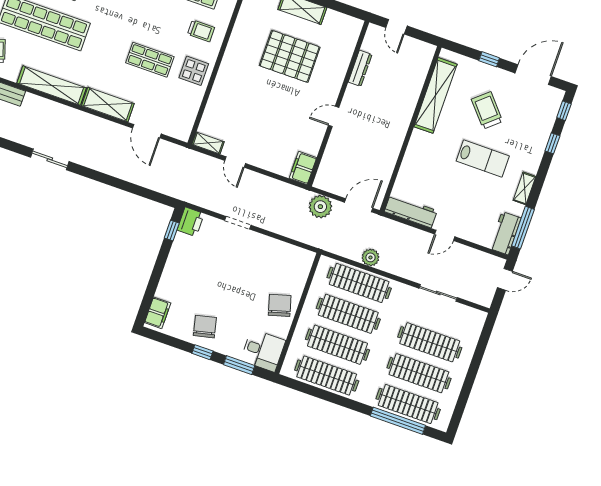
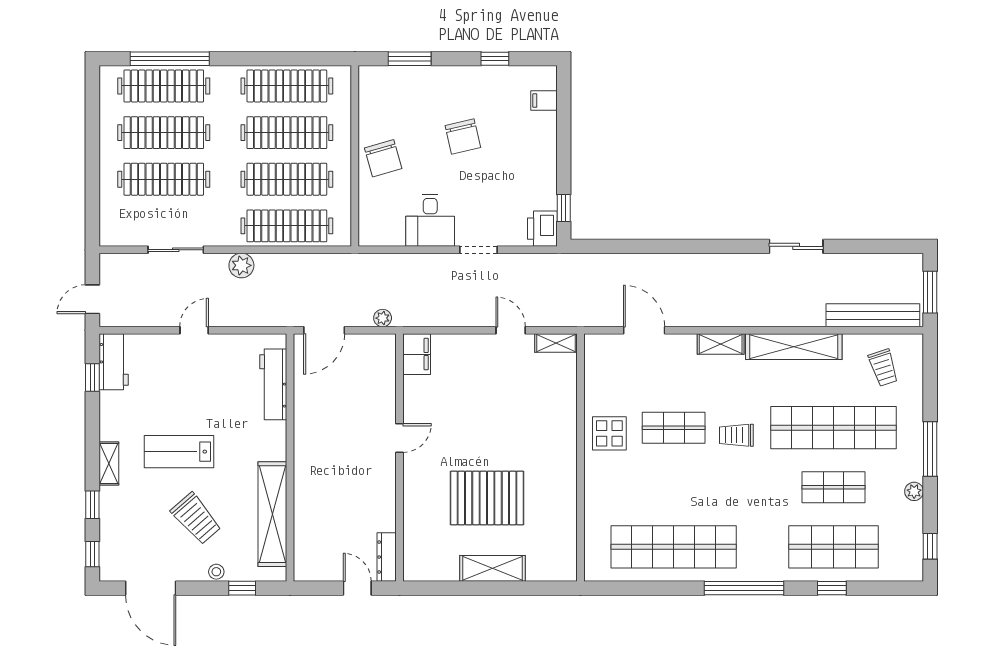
trolley: (201, 31) -> (736, 435), moved
window: (489, 59) -> (242, 588), moved
dresser: (360, 68) -> (387, 557), moved
stool: (486, 70) -> (216, 572), added
door: (533, 75) -> (151, 588), hinge flipped
shelving: (108, 105) -> (721, 344), width x0.67, depth x0.75
sliding door: (50, 159) -> (796, 246), moved
shelving: (524, 188) -> (109, 464), moved
plant: (320, 207) -> (383, 318), width x0.53, depth x0.53
workbench: (411, 211) -> (273, 384), moved, turned 90
window: (523, 228) -> (92, 377), width x0.46
plant: (370, 257) -> (241, 265), moved
filing cabinet: (158, 313) -> (544, 101), width x0.50
chair: (205, 327) -> (463, 136), moved
desk: (263, 350) -> (430, 220), moved, turned -90
window: (202, 352) -> (495, 59), moved

